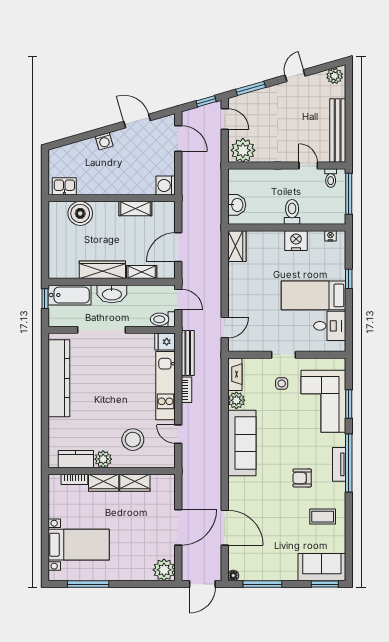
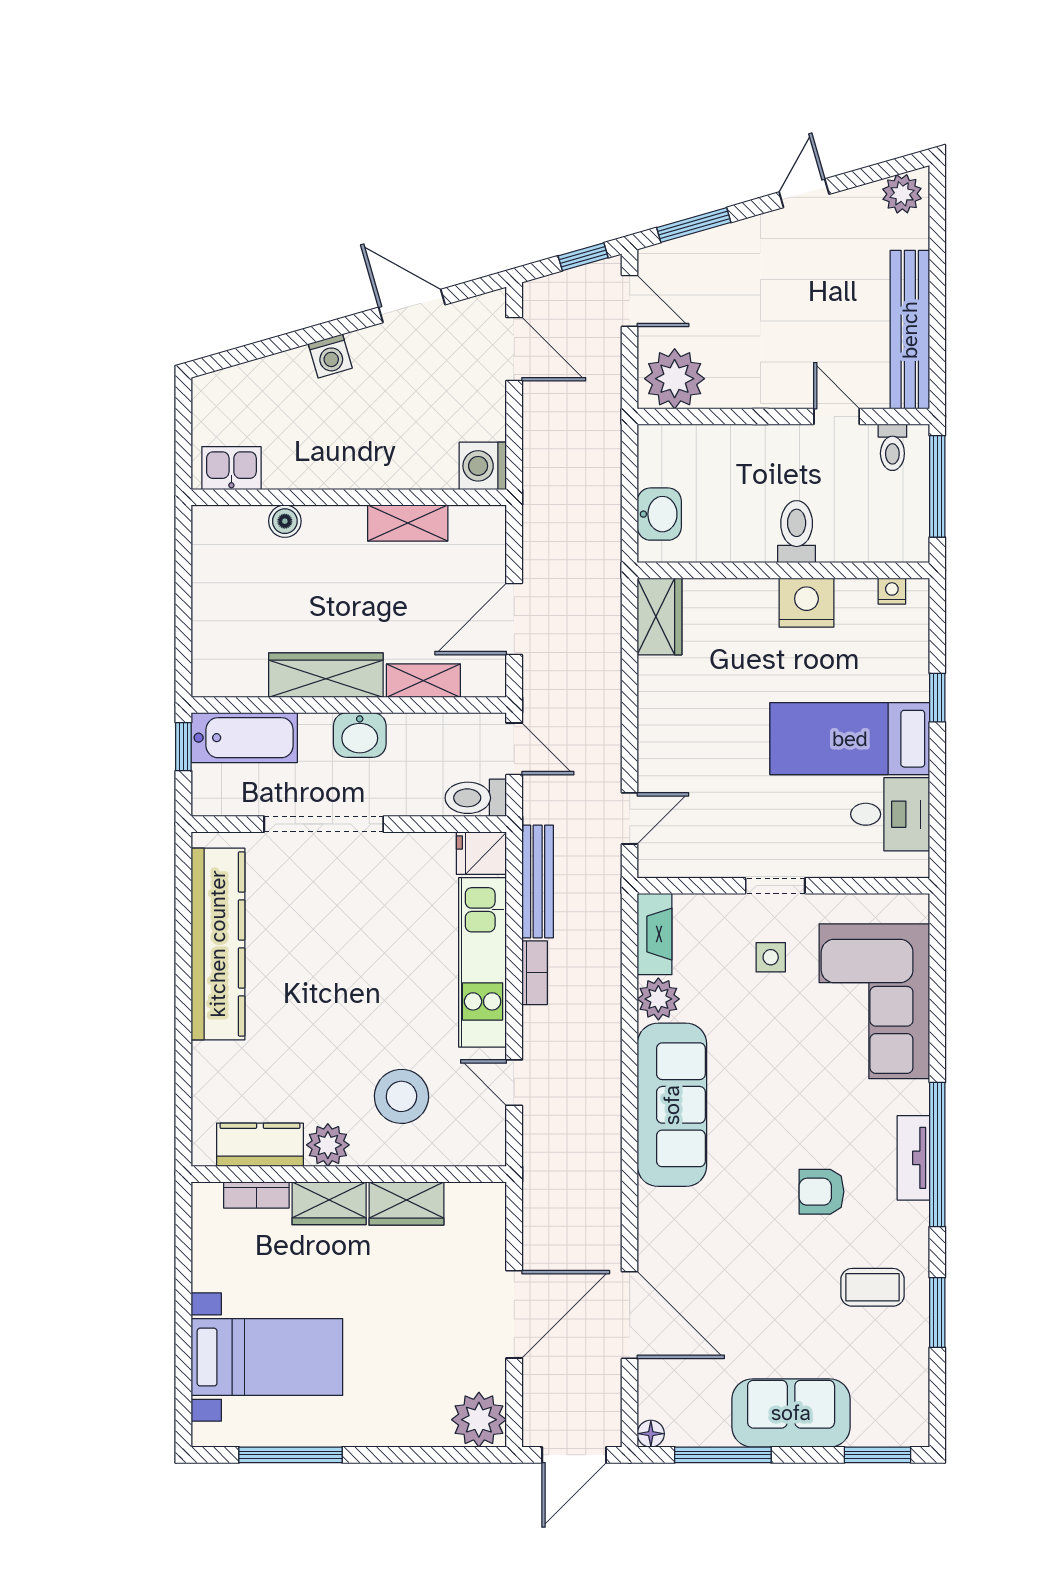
boiler: (80, 213) -> (285, 521), width x0.54, depth x0.54
washbasin: (112, 294) -> (360, 735), width x0.72
window: (349, 404) -> (937, 1312), moved
sofa: (322, 567) -> (791, 1413), moved

